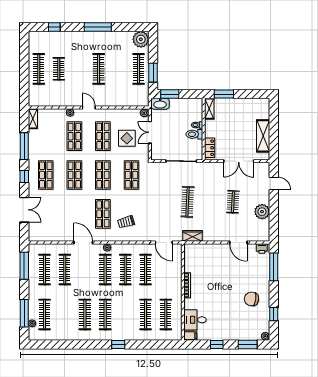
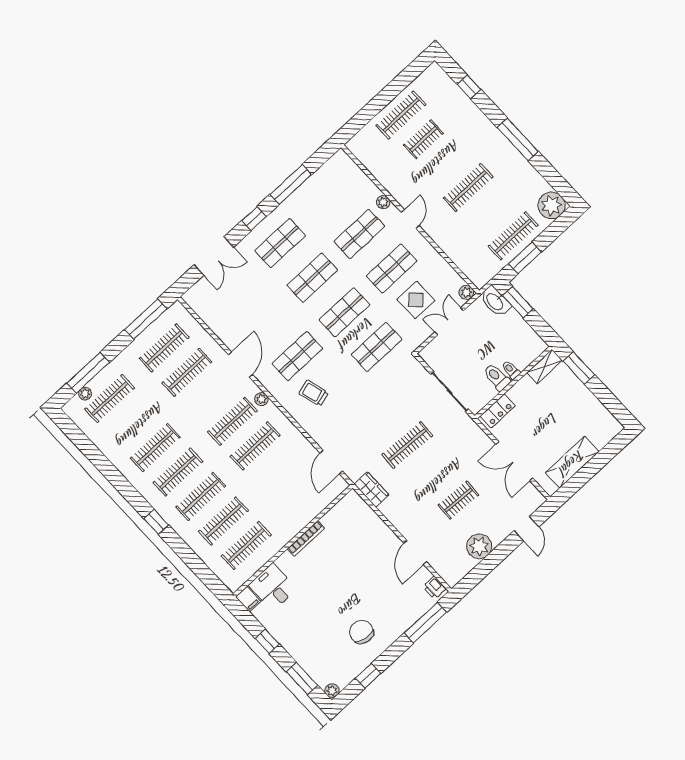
shelving: (33, 119) -> (334, 164), removed
clothes rail: (146, 269) -> (201, 497), moved

